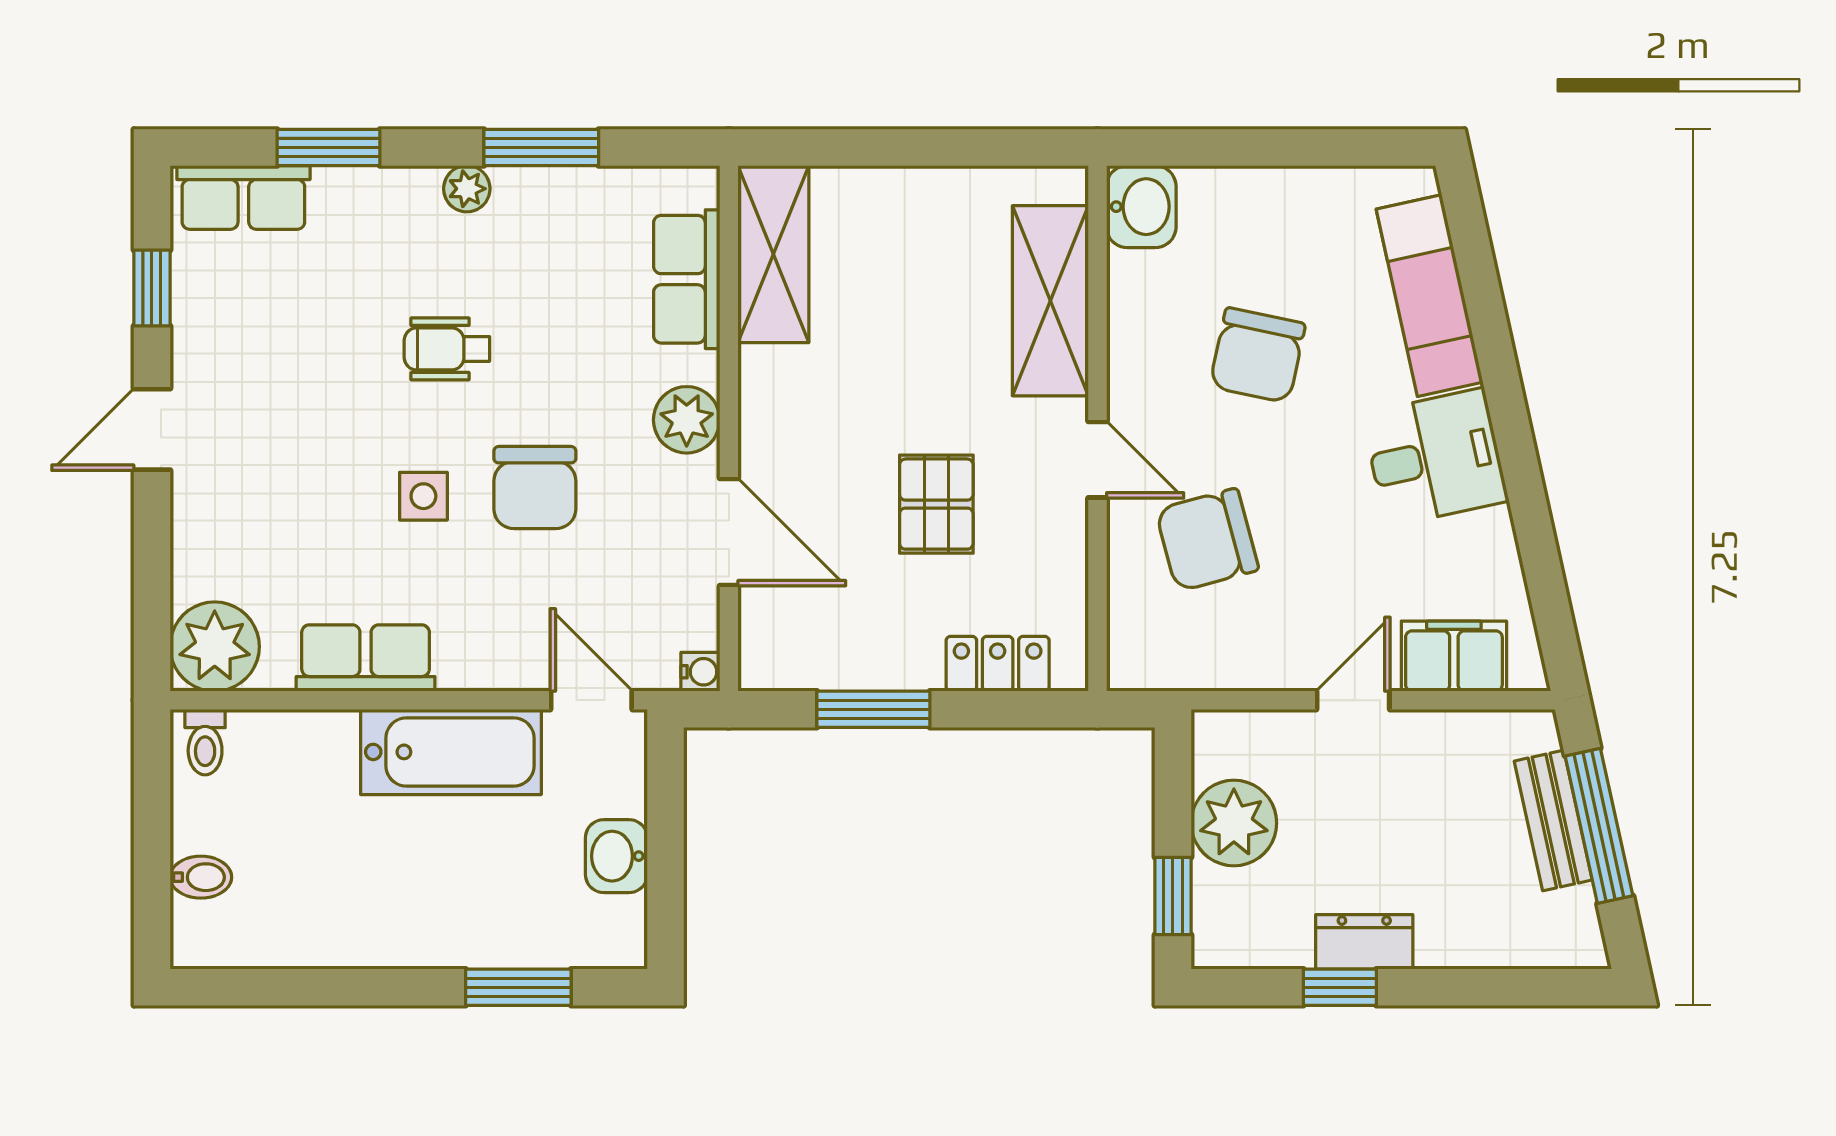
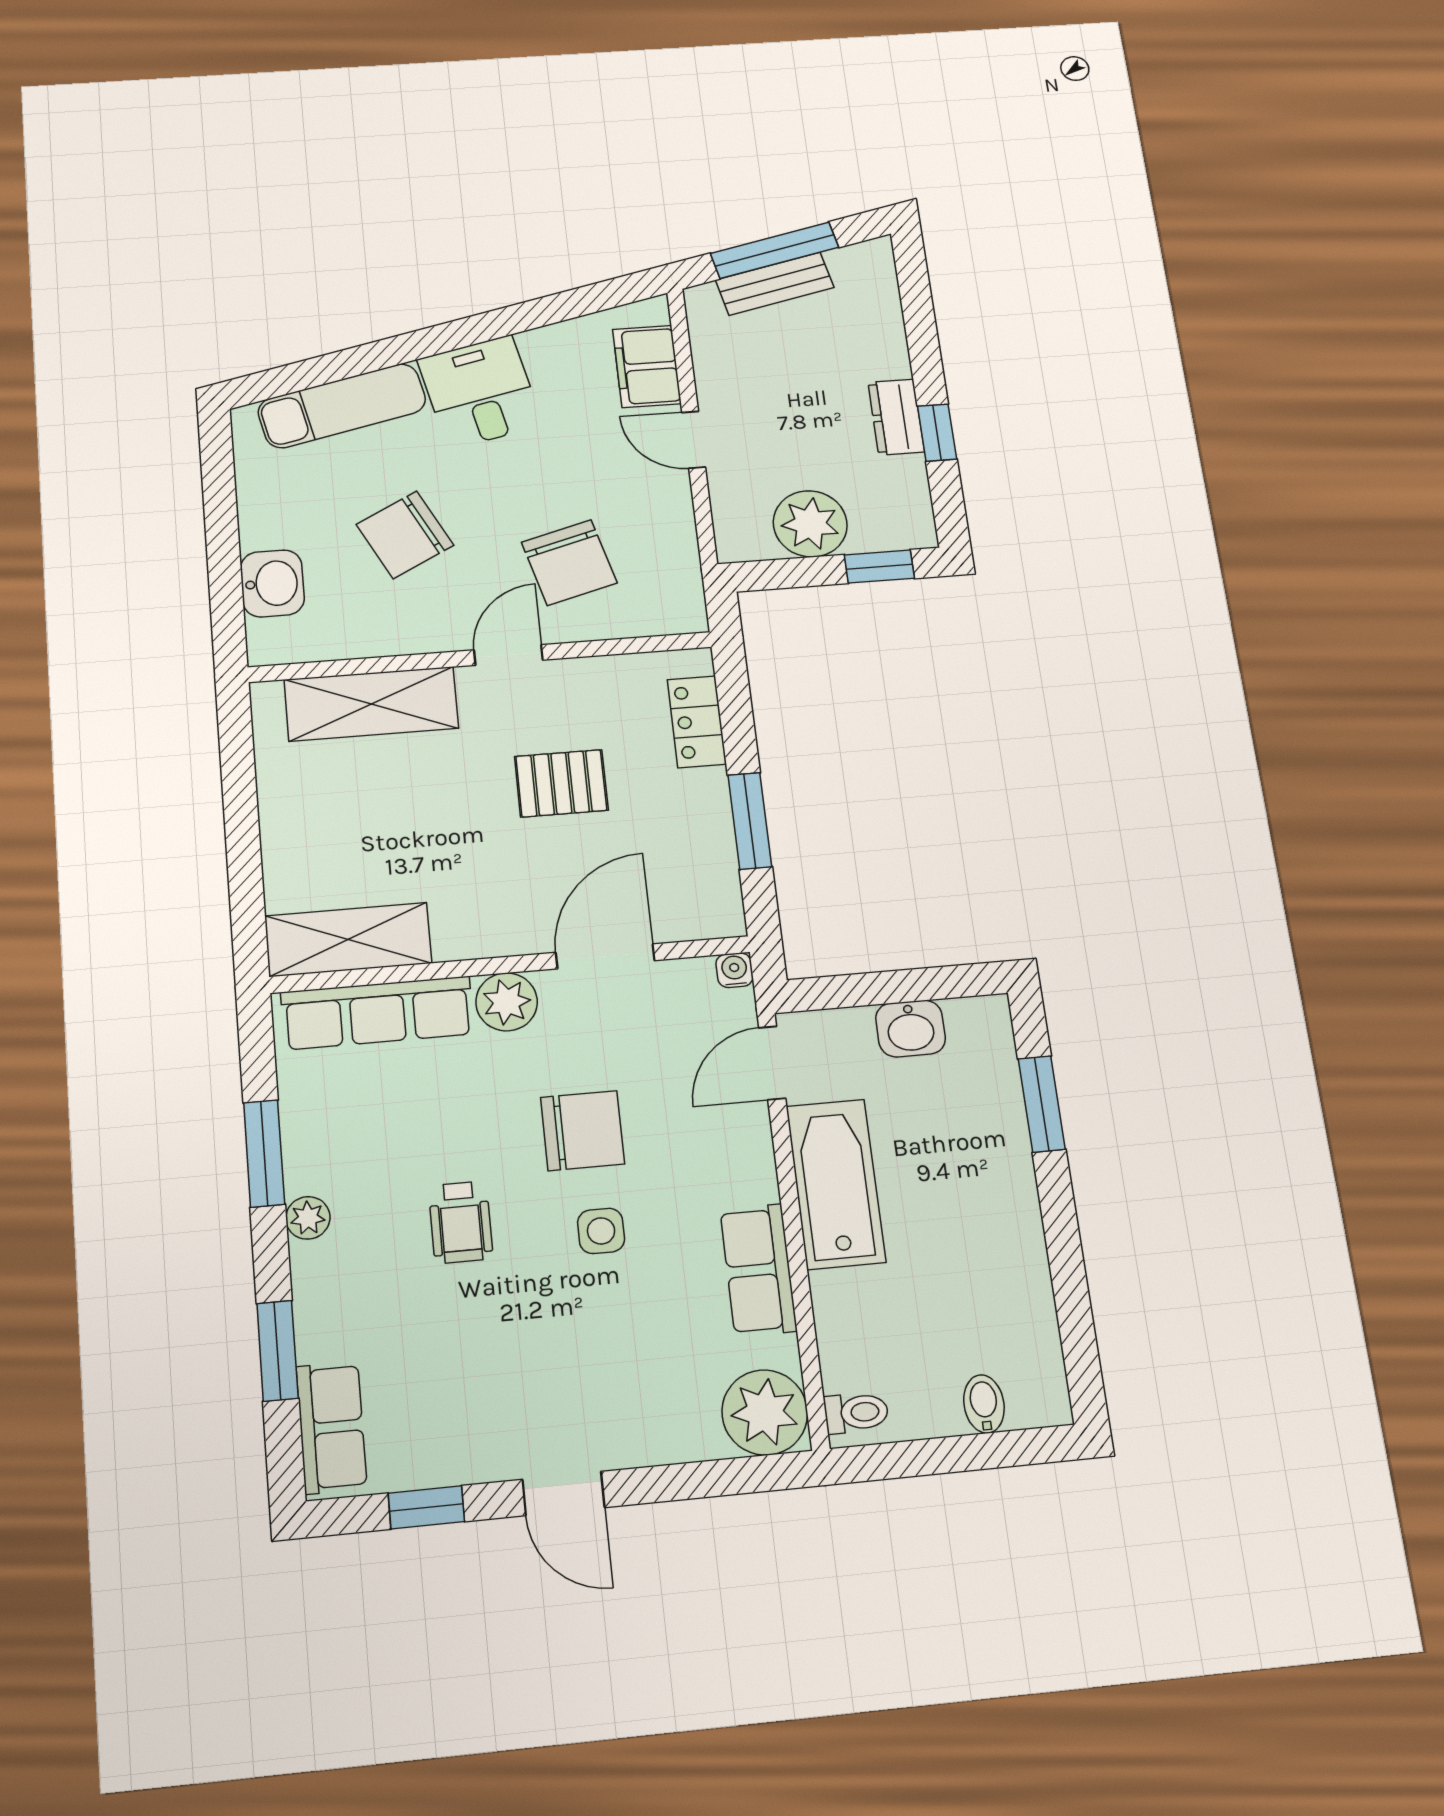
washbasin: (1141, 207) -> (272, 583), moved, turned 90
row of seats: (687, 279) -> (377, 1013), width x1.48
chair: (1257, 355) -> (405, 535), turned 141

